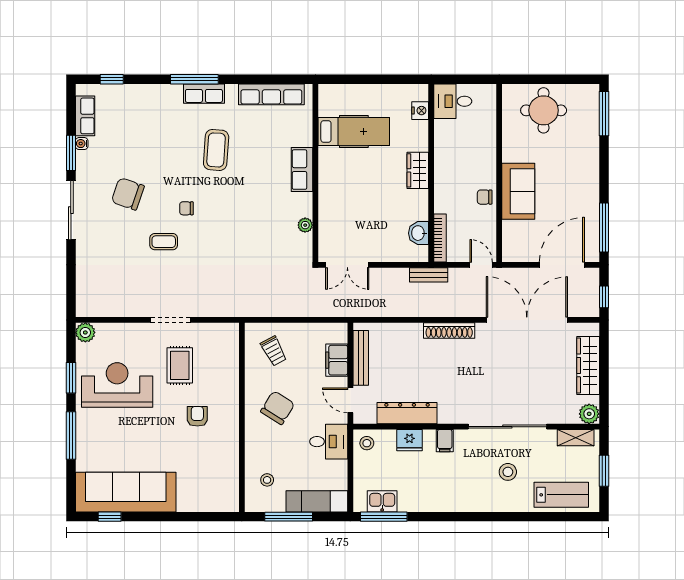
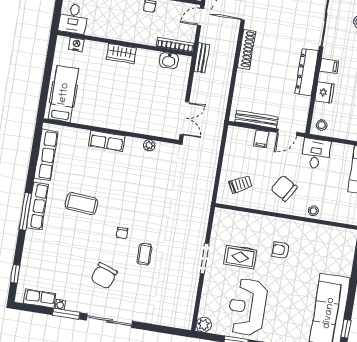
row of seats: (204, 94) -> (37, 206), width x1.48
hospital bed: (354, 132) -> (64, 94), moved
filing cabinet: (337, 360) -> (261, 139), width x0.50
dresser: (407, 413) -> (307, 72), moved
stool: (267, 480) -> (314, 211), moved

